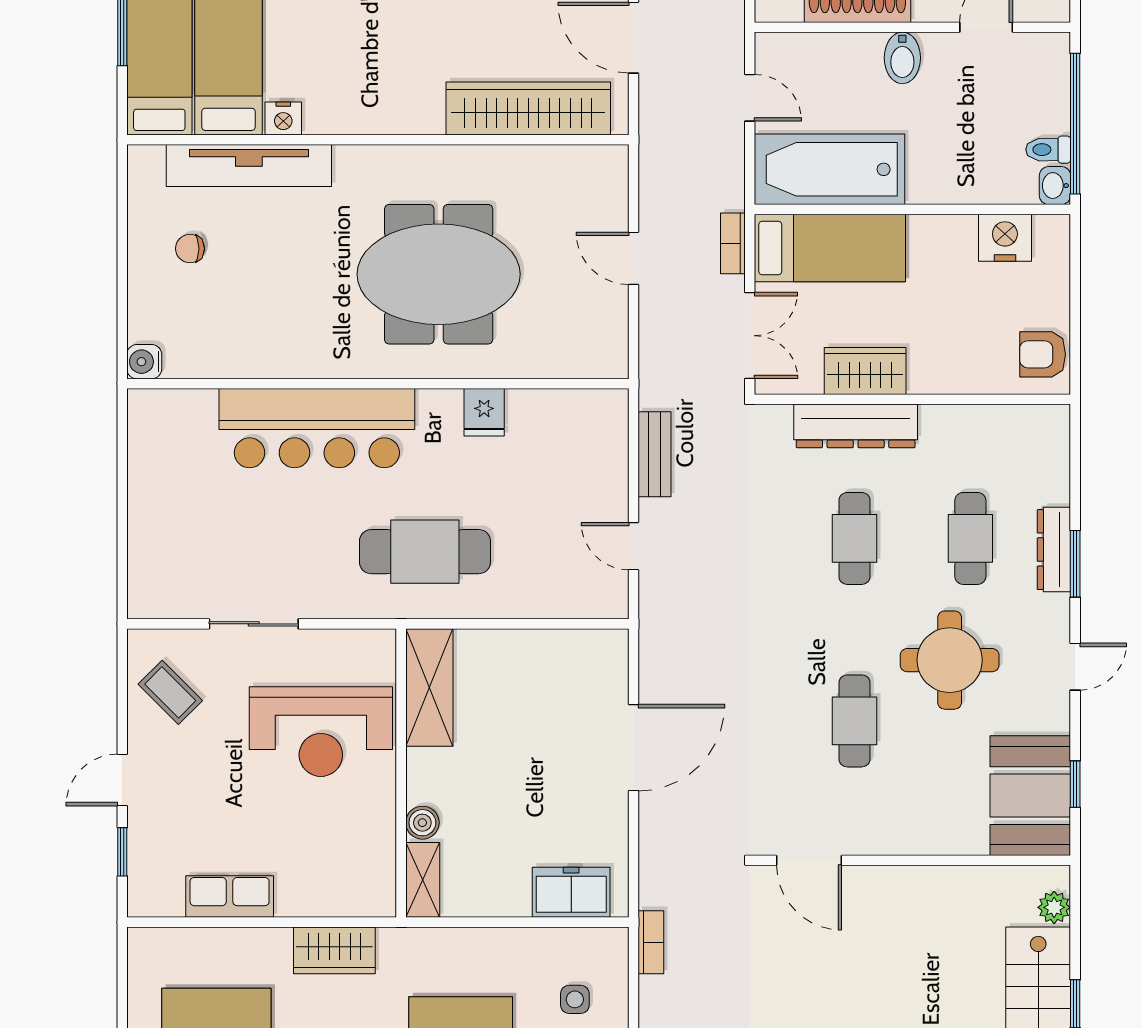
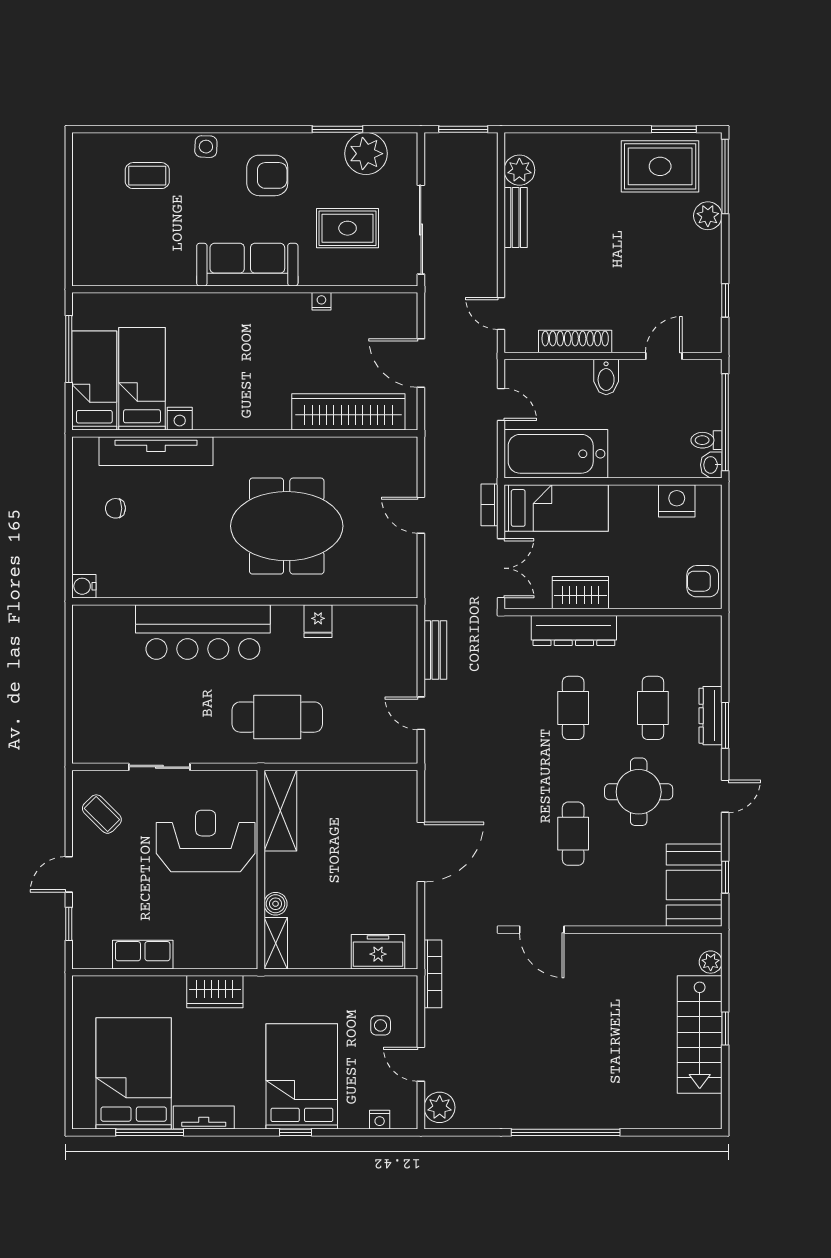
reception desk: (321, 732) -> (206, 841), turned 180
bookcase: (651, 942) -> (433, 974), width x1.56

